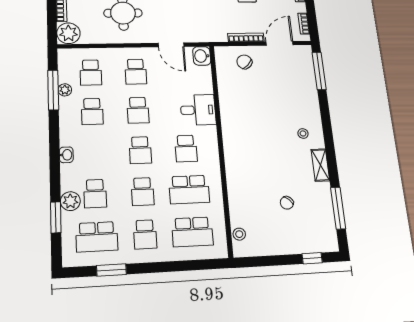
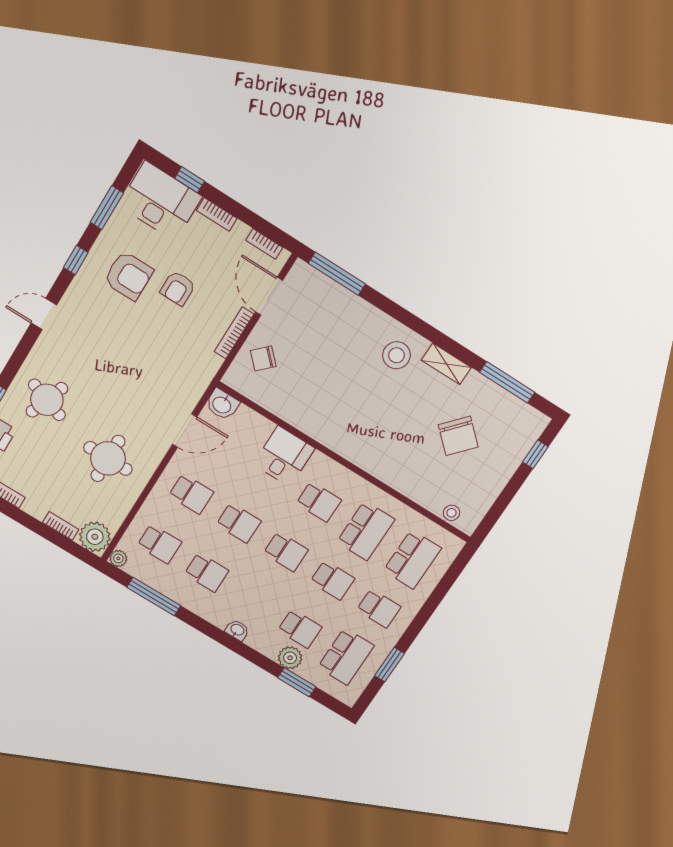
plant: (65, 90) -> (118, 558), moved
stool: (303, 133) -> (396, 355), width x1.89, depth x1.89
chair: (287, 203) -> (458, 436), width x1.87, depth x1.87

